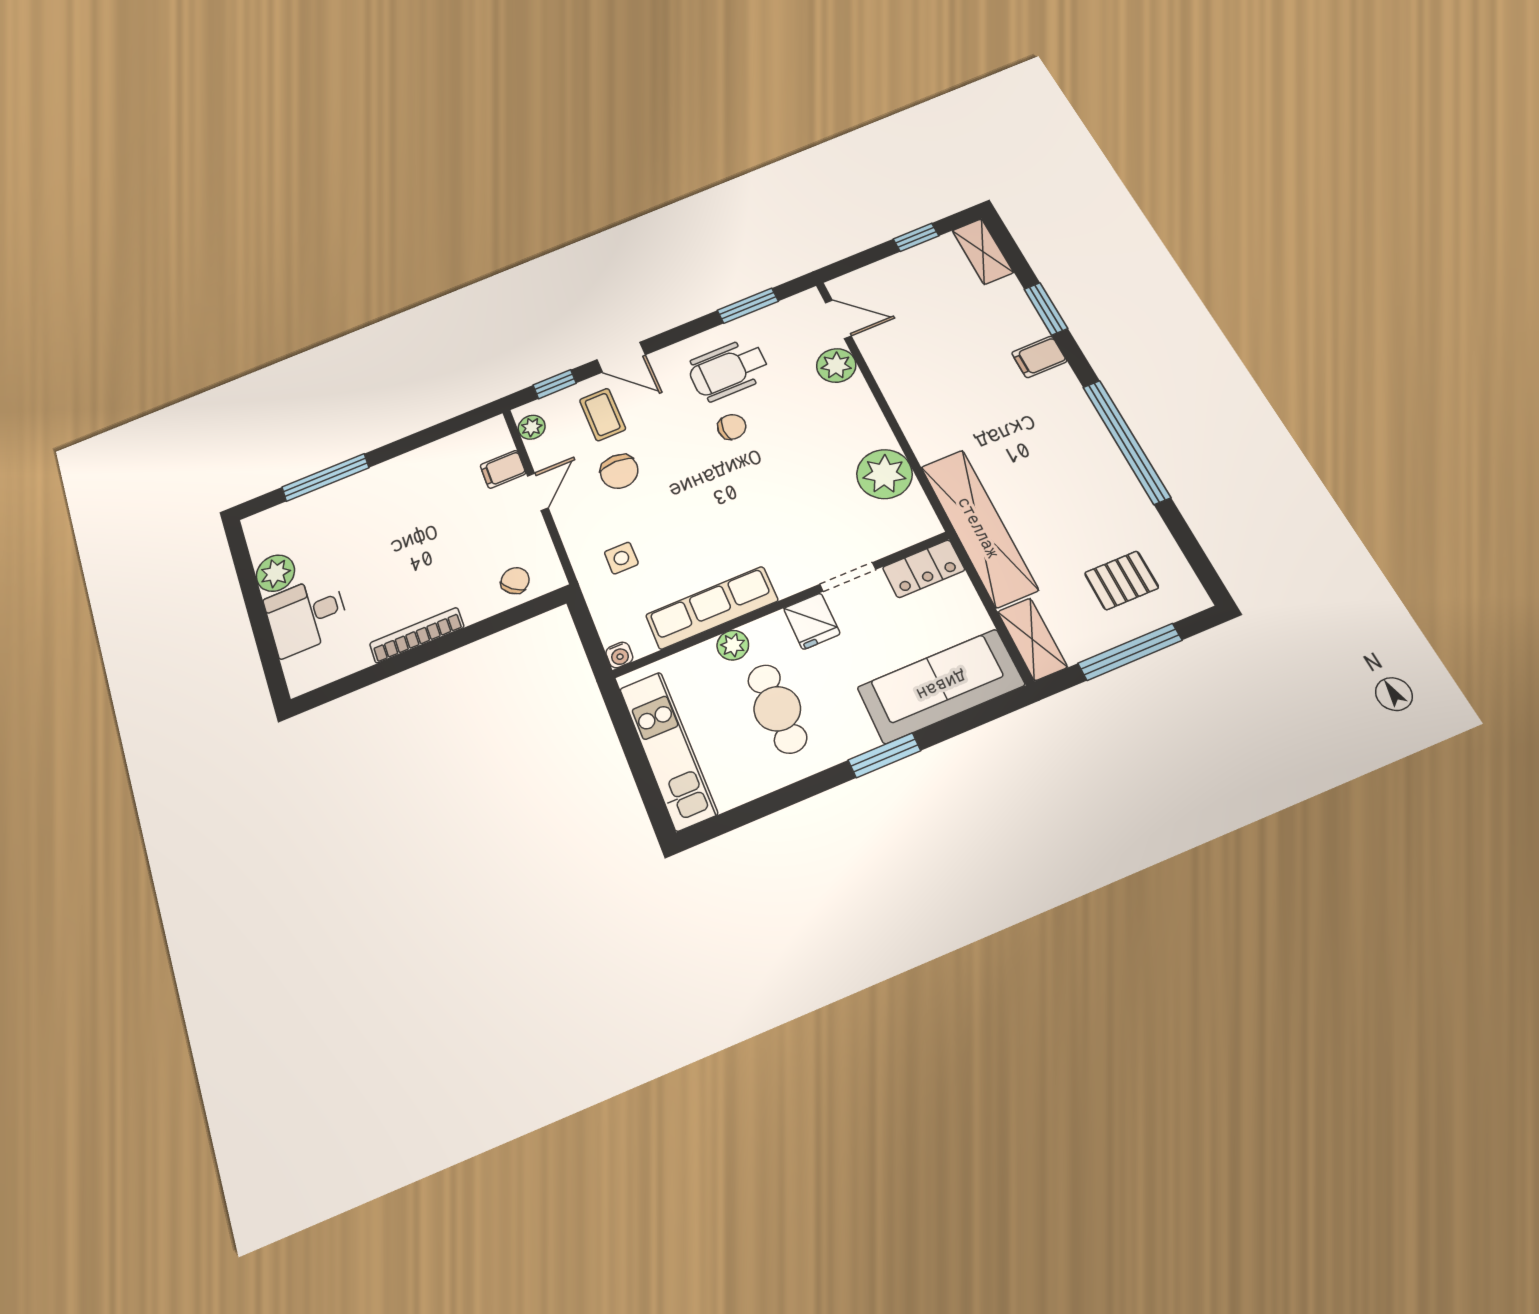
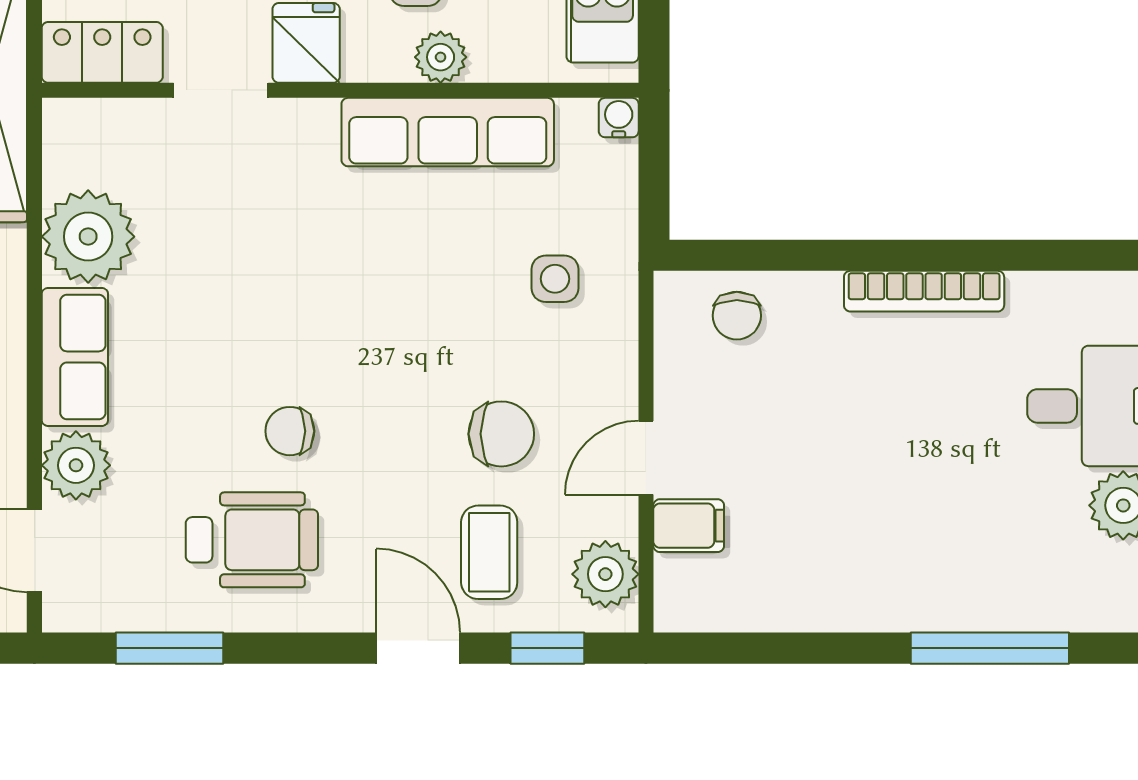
row of seats: (862, 414) -> (75, 357), added
plant: (532, 427) -> (605, 574), width x1.38, depth x1.38
chair: (619, 471) -> (501, 434), turned 90
chair: (515, 581) -> (737, 316), turned -41

